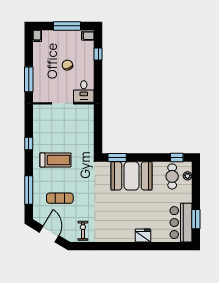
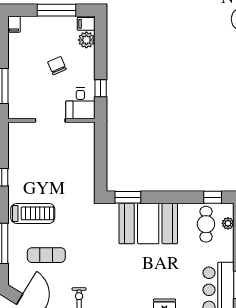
plant: (88, 47) -> (86, 40), added
window: (98, 54) -> (101, 88), moved
treadmill: (55, 160) -> (33, 213), moved

